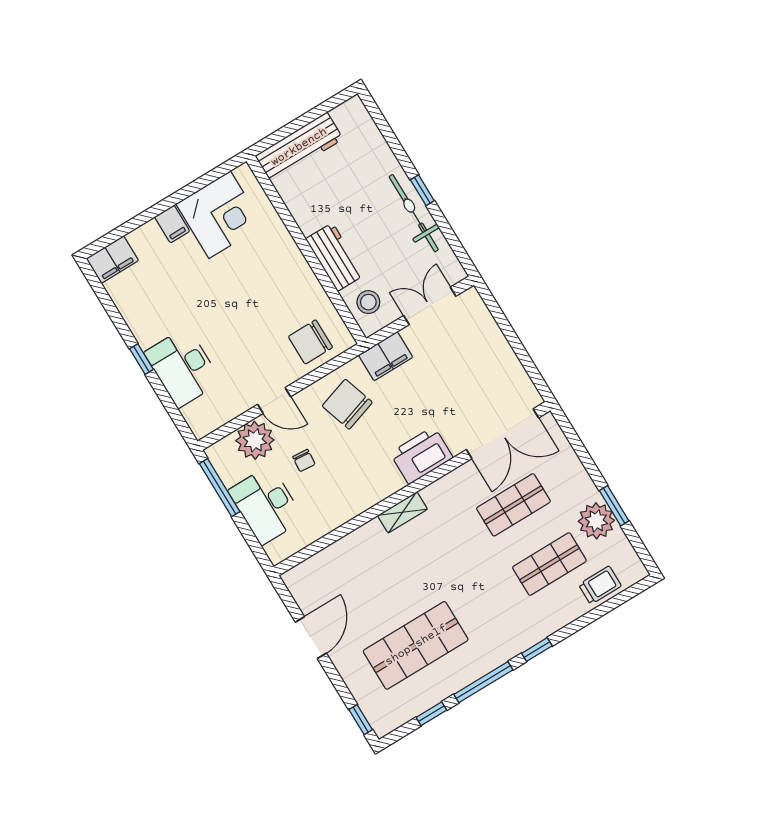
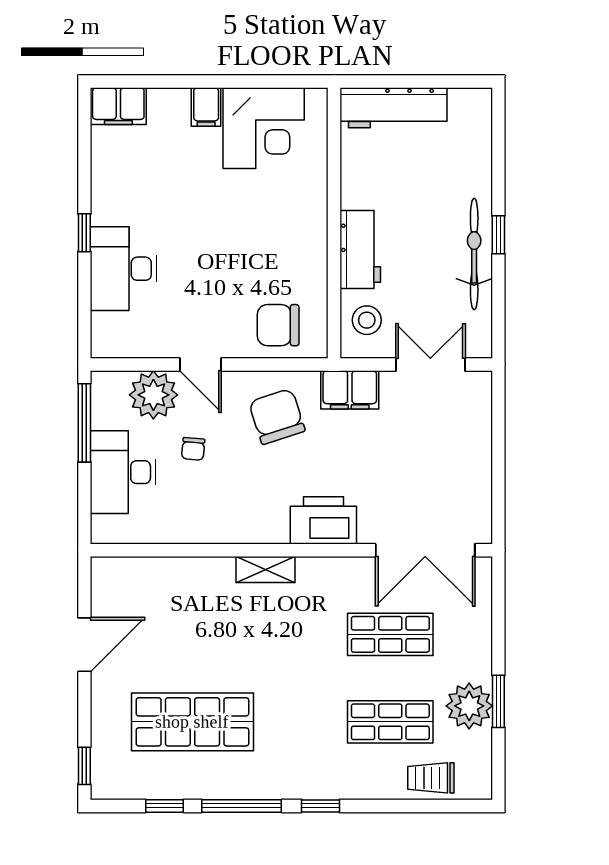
trolley: (600, 585) -> (431, 778), turned 180

